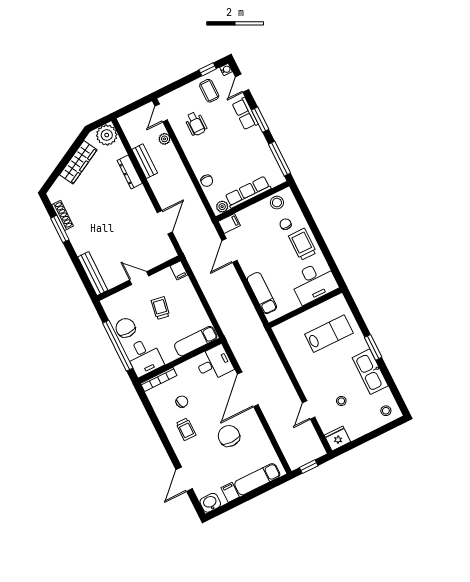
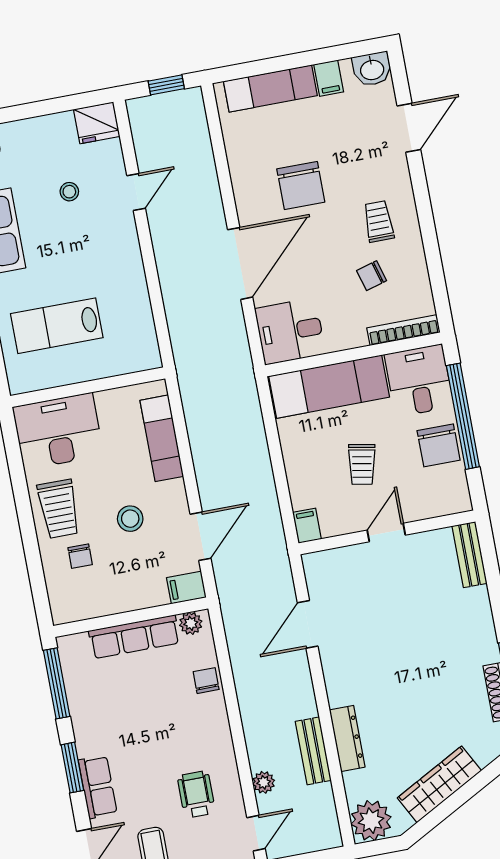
stool: (277, 203) -> (130, 519), moved
bench: (93, 274) -> (469, 555), width x0.73
door: (139, 278) -> (386, 533), swing flipped
exam couch: (196, 341) -> (329, 387), width x1.36, depth x1.45

